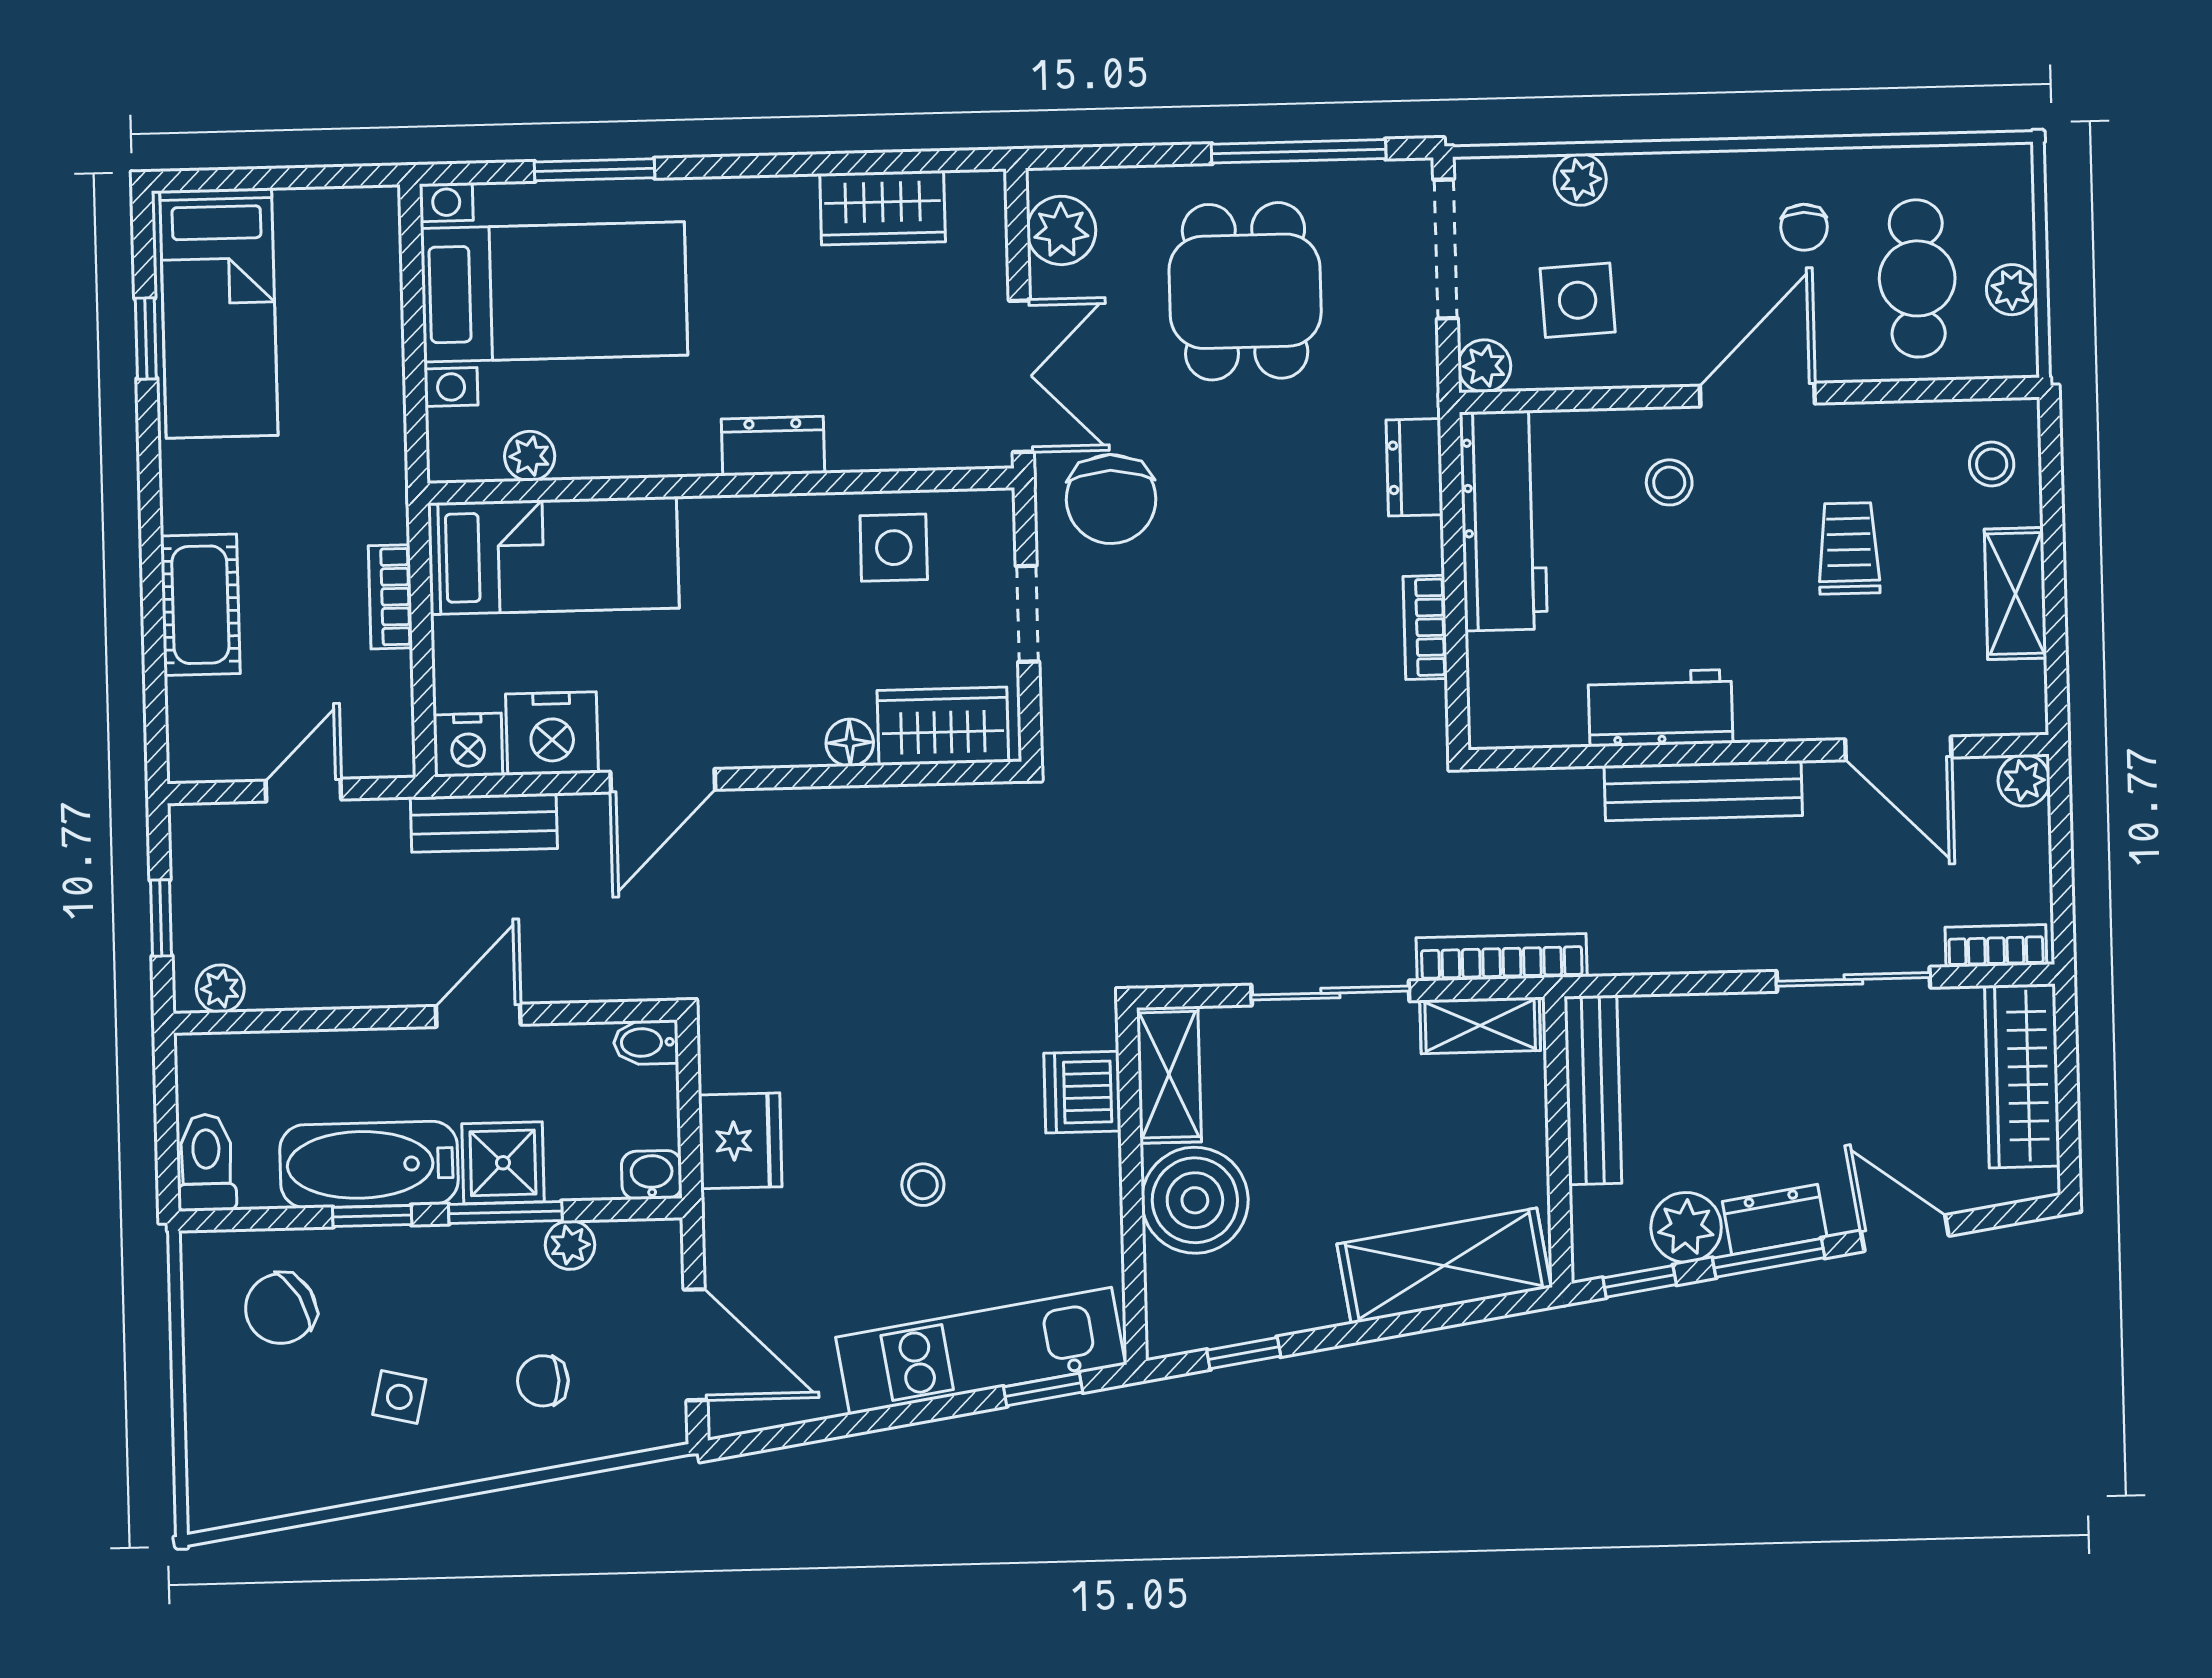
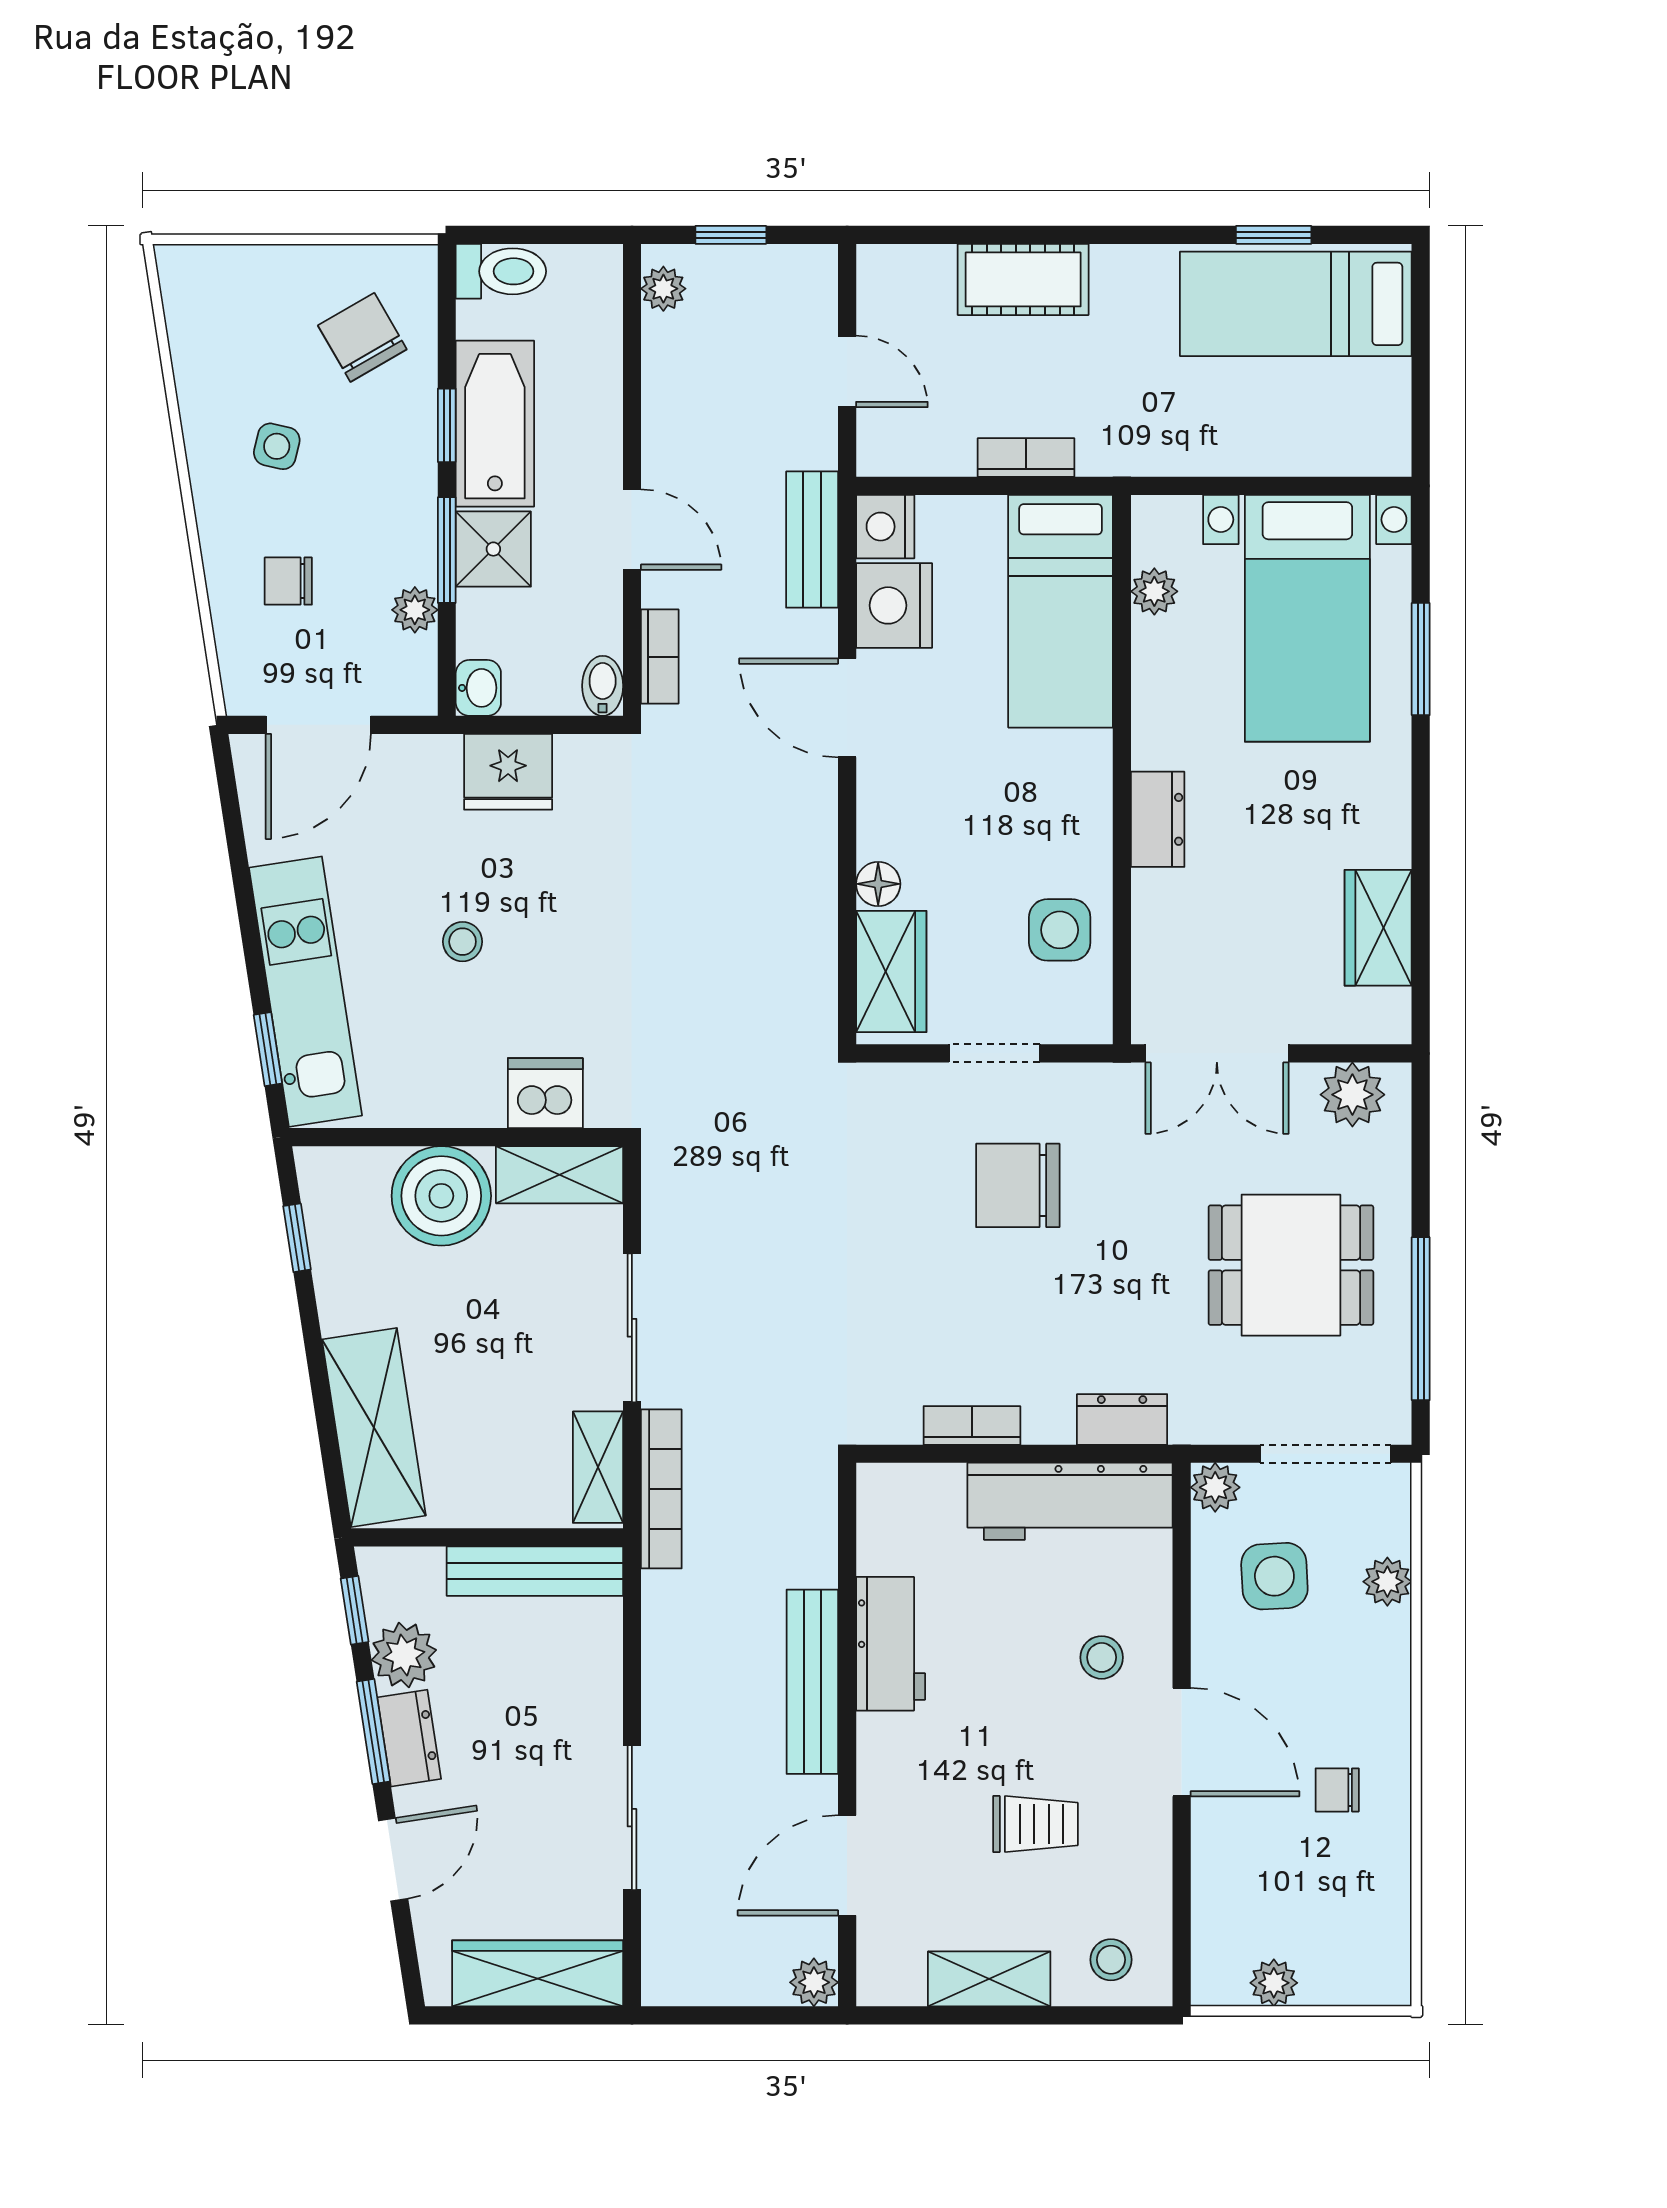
cafe table: (1917, 278) -> (1287, 1895), removed
chair: (1111, 499) -> (1018, 1185), moved
bookcase: (1996, 946) -> (660, 657), moved
chair: (543, 1381) -> (288, 581), turned -90

